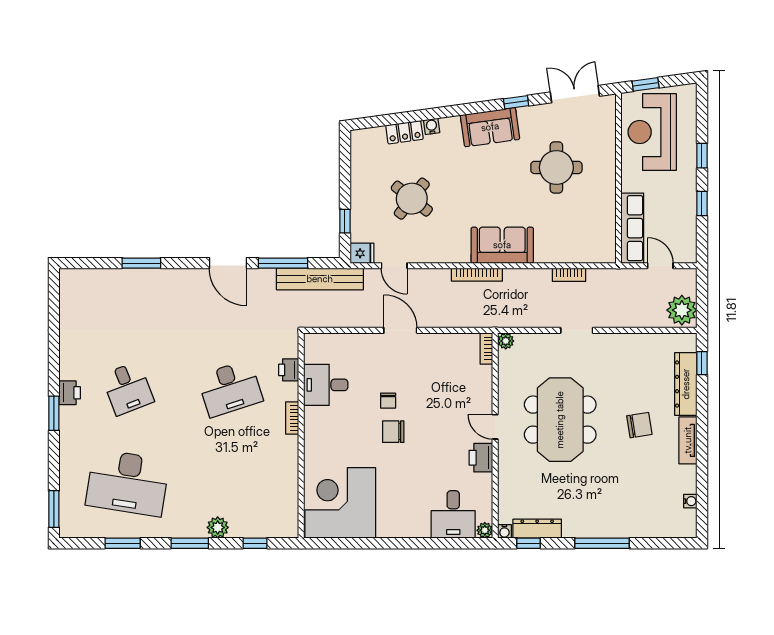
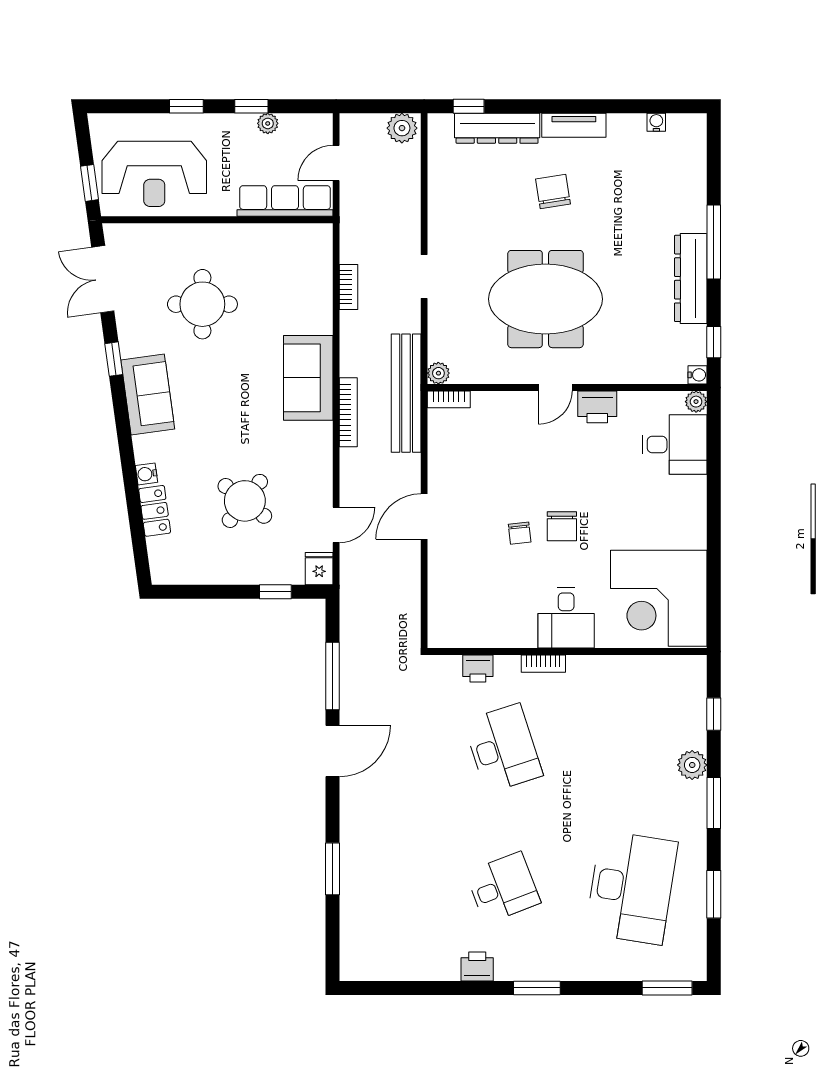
plant: (689, 215) -> (268, 123), added
bench: (320, 279) -> (406, 393), moved
plant: (682, 310) -> (402, 128), width x0.73, depth x0.73
desk: (326, 385) -> (566, 618), moved
printer: (70, 393) -> (477, 966), moved
chair: (388, 401) -> (520, 533), turned 84
dresser: (537, 529) -> (691, 278), moved, width x1.37, depth x1.24

